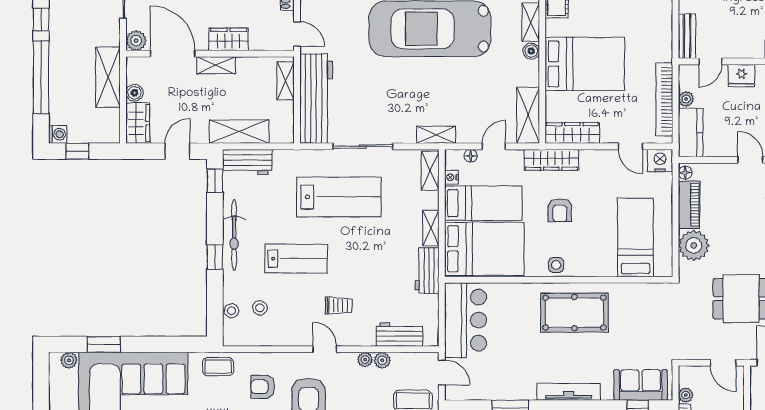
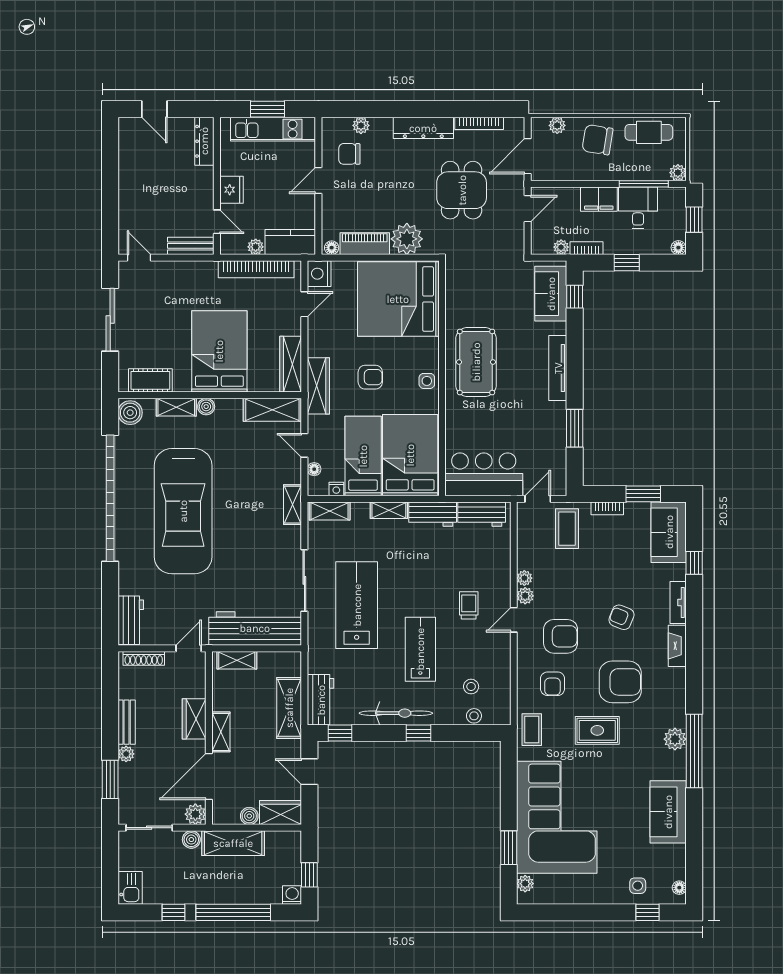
boiler: (112, 37) -> (191, 840), added
bed: (636, 237) -> (398, 299), width x2.04
workbench: (400, 334) -> (482, 514), moved, turned -90
plant: (382, 360) -> (525, 596), moved

